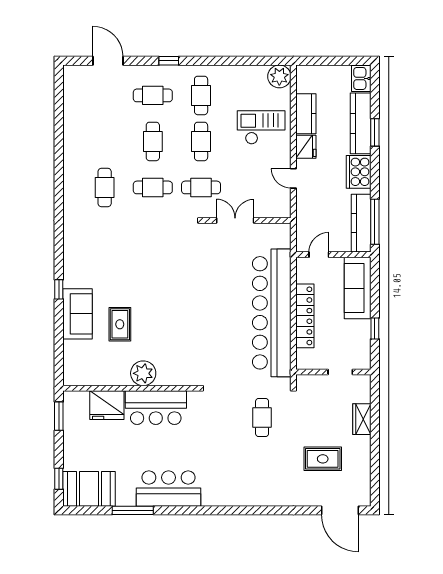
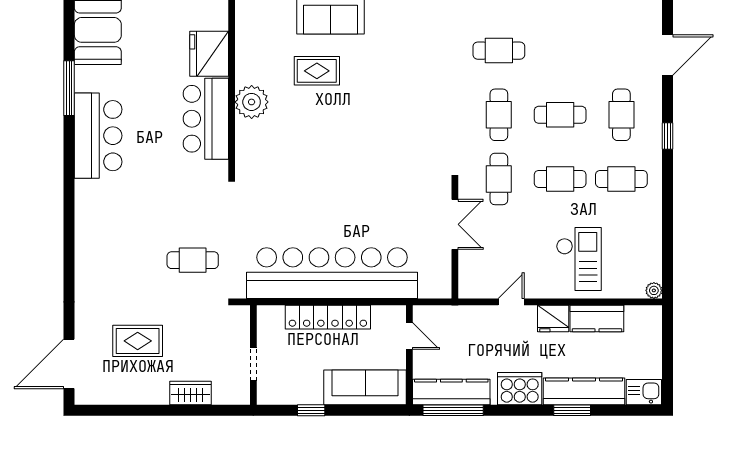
plant: (279, 76) -> (654, 290), width x0.53, depth x0.53
rug: (323, 459) -> (138, 341), turned 90

